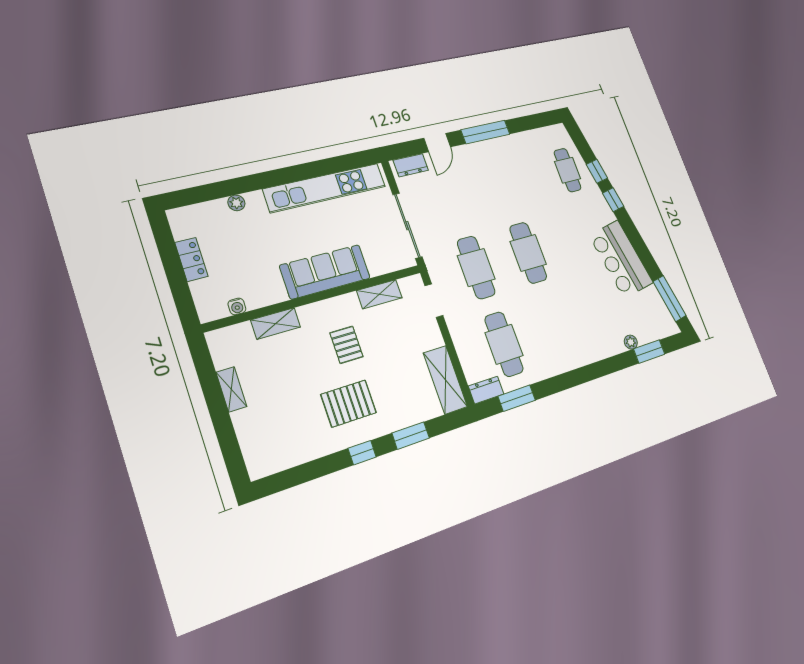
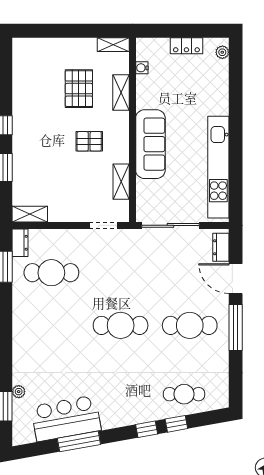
door: (437, 143) -> (236, 279), width x1.38
plant: (236, 203) -> (222, 52), moved
bar counter: (621, 259) -> (66, 418), moved
cafe table: (476, 267) -> (190, 325), moved
window: (669, 299) -> (79, 441), moved
shelving: (445, 380) -> (30, 214), width x0.67, depth x0.75
shelving: (231, 389) -> (113, 45), moved
pallet: (349, 404) -> (79, 89), moved

